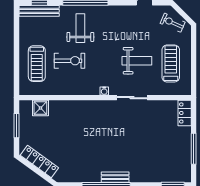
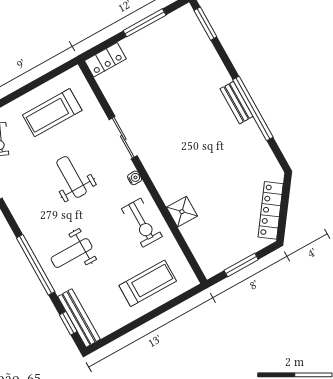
exercise bike: (70, 61) -> (142, 223), moved, turned 180
weight bench: (137, 61) -> (72, 177), moved
shower: (40, 108) -> (182, 212), moved

